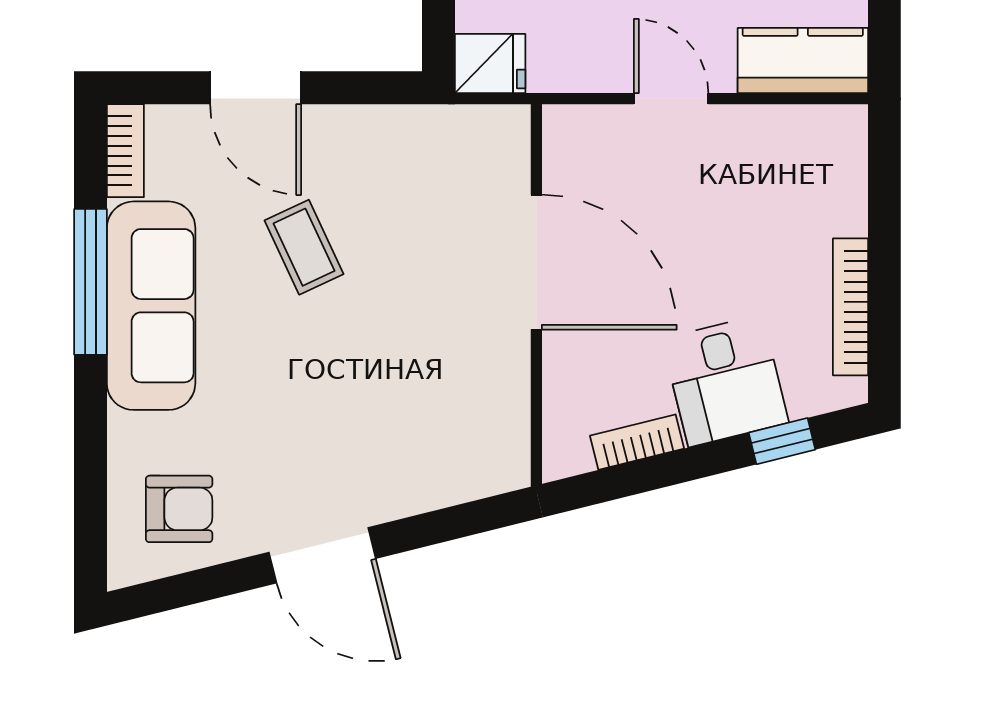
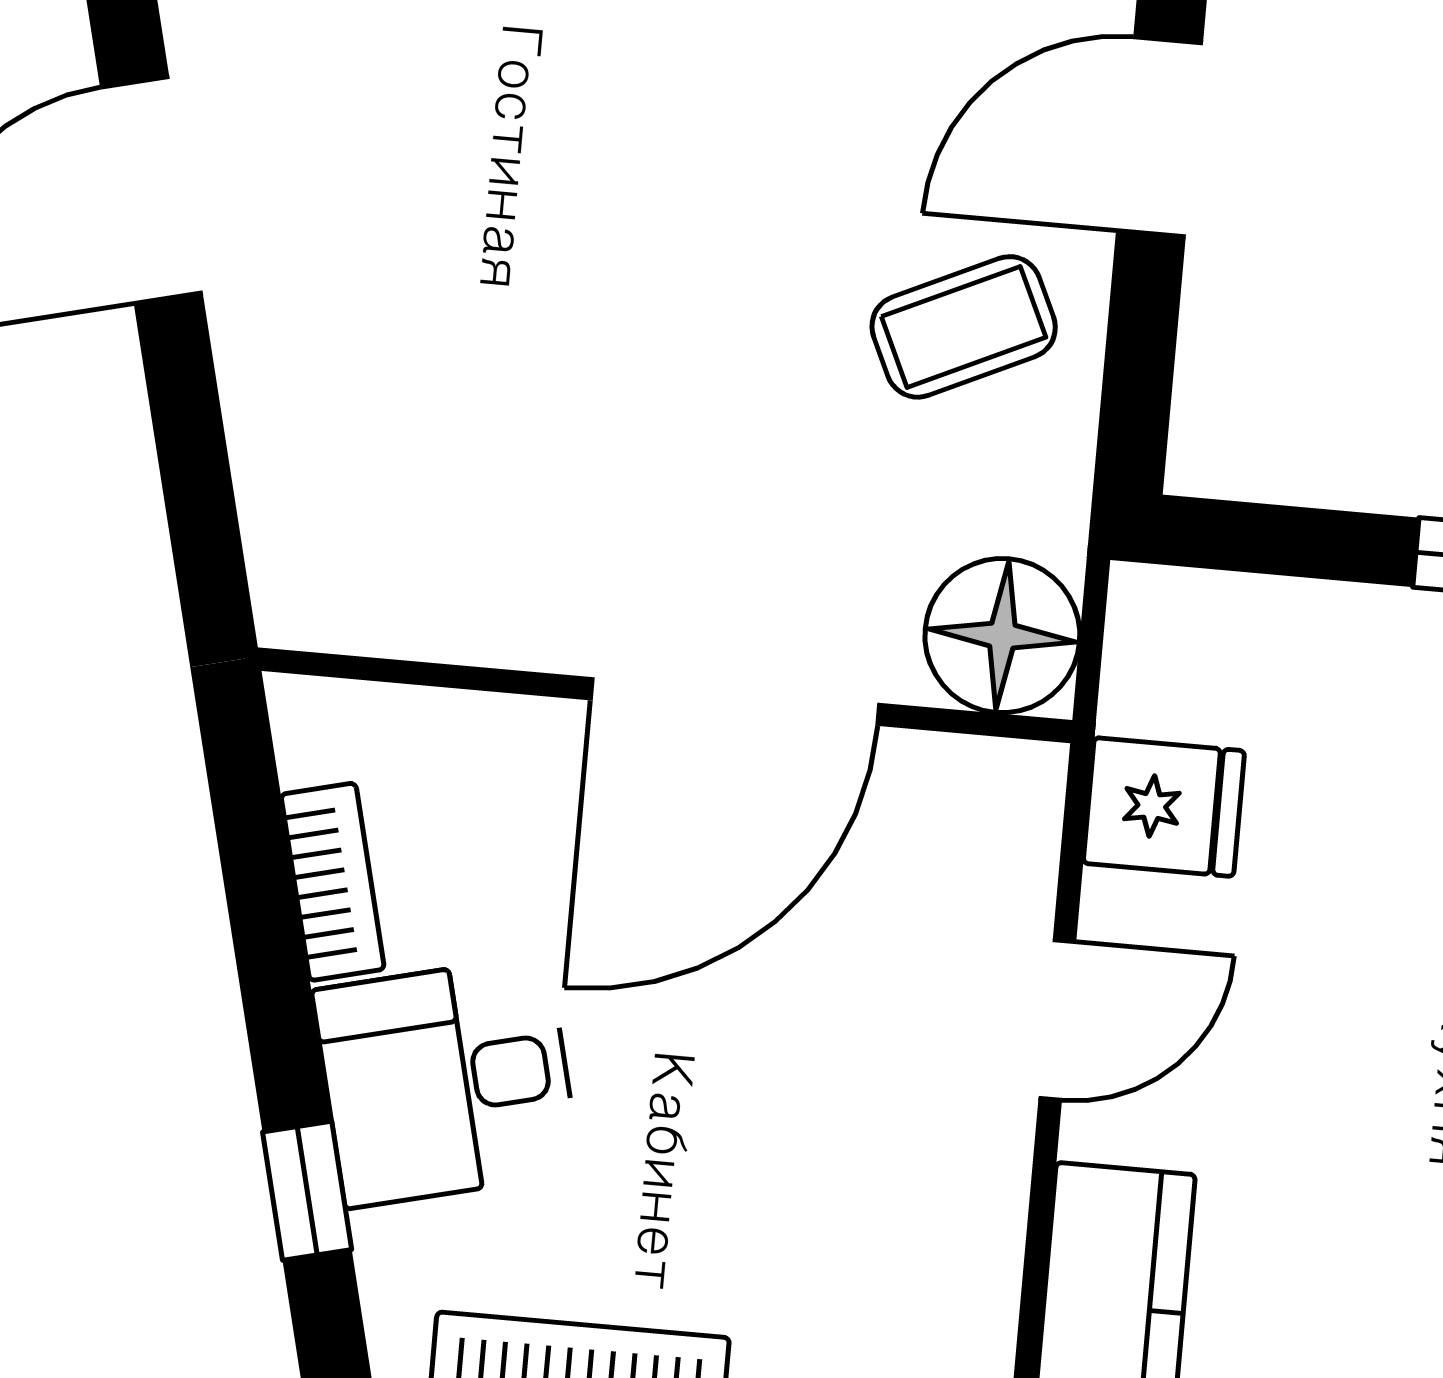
fridge: (490, 64) -> (1164, 807), moved, turned -90
floor lamp: (494, 140) -> (1002, 636), added
coffee table: (304, 247) -> (964, 327), moved

